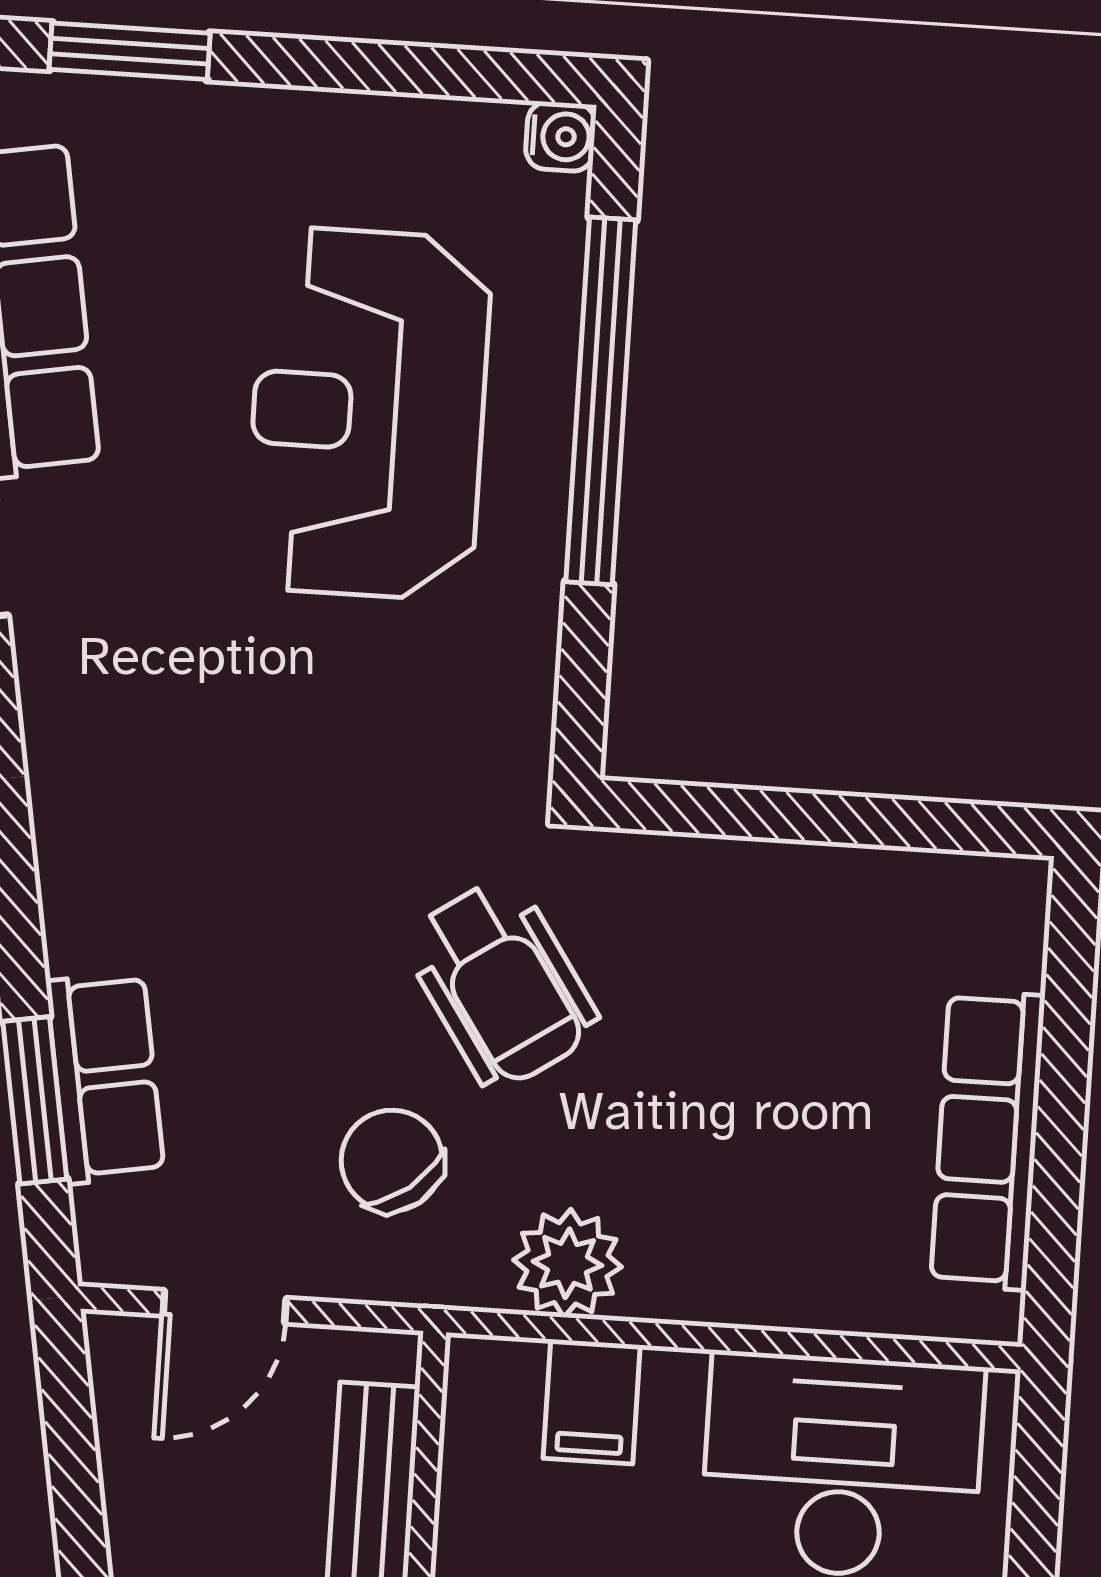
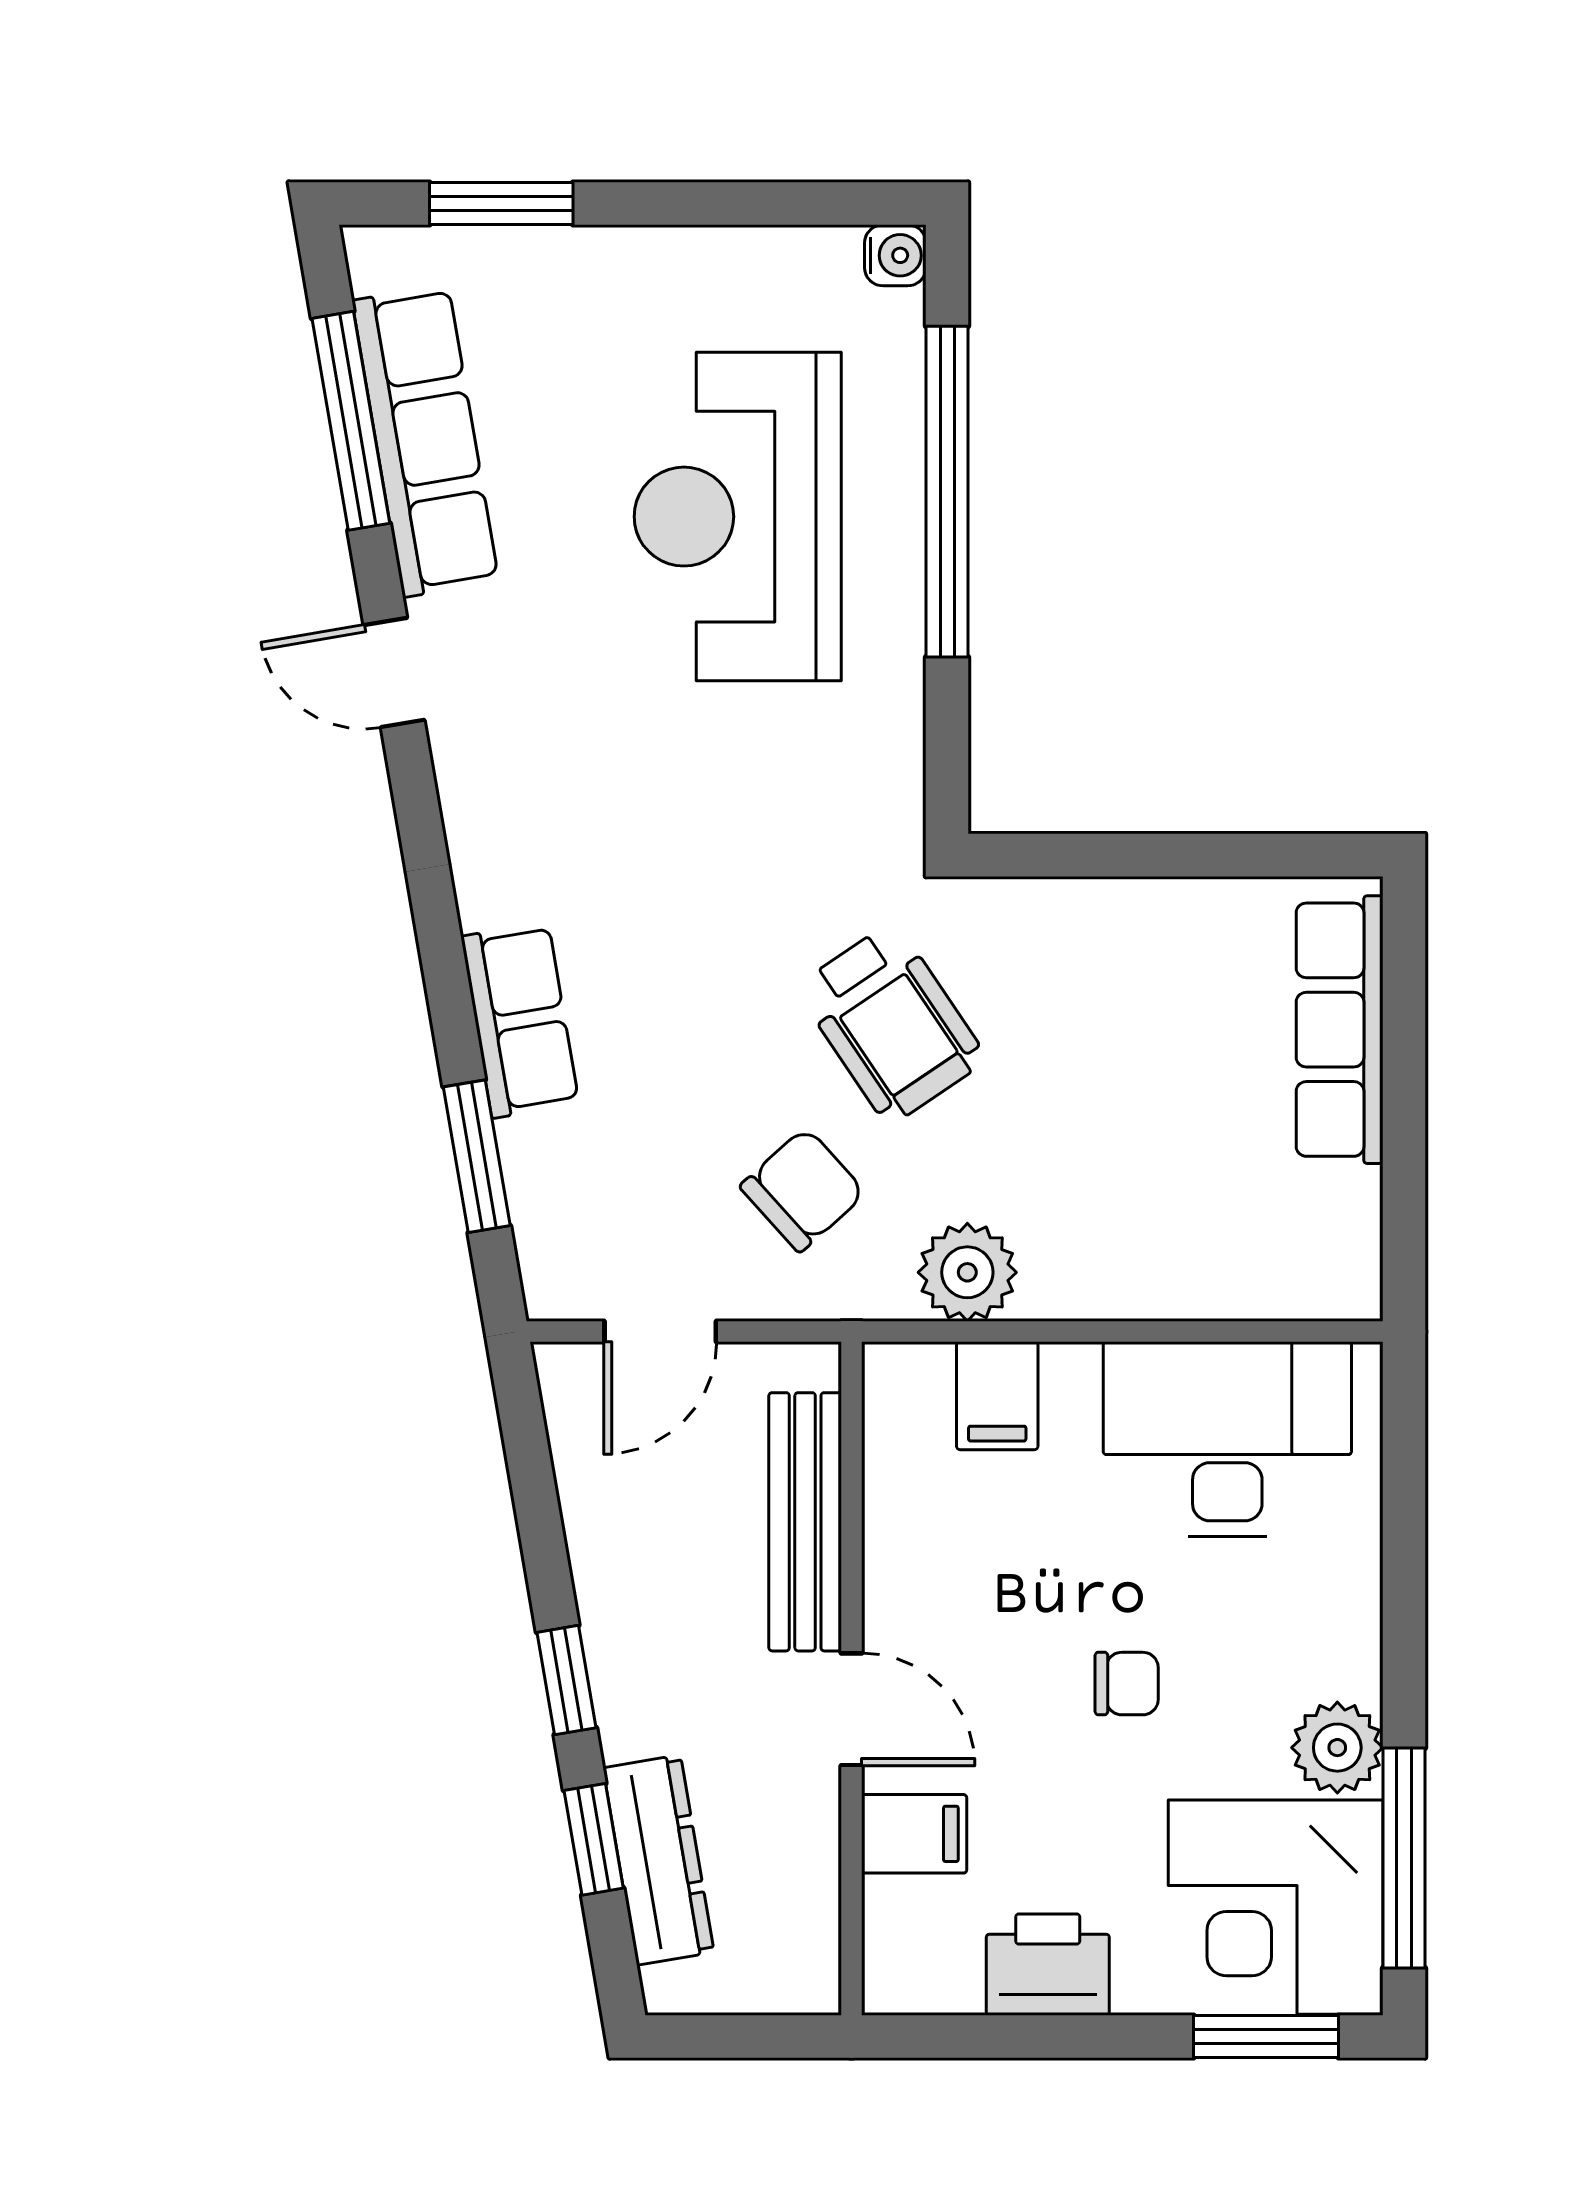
row of seats: (105, 1078) -> (520, 1020), moved
row of seats: (988, 1140) -> (1340, 1030), moved
chair: (392, 1161) -> (803, 1190), turned 86

